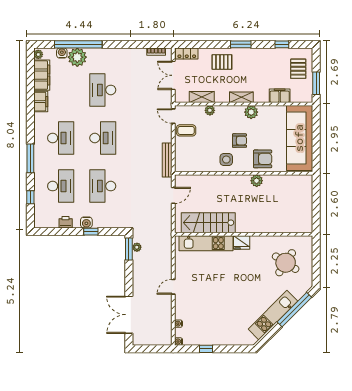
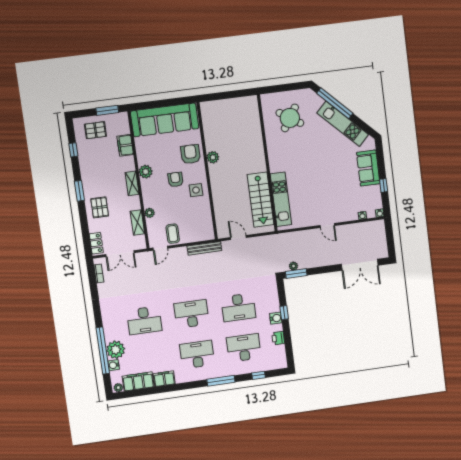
fridge: (242, 242) -> (276, 164), removed
sofa: (225, 335) -> (368, 168), added

